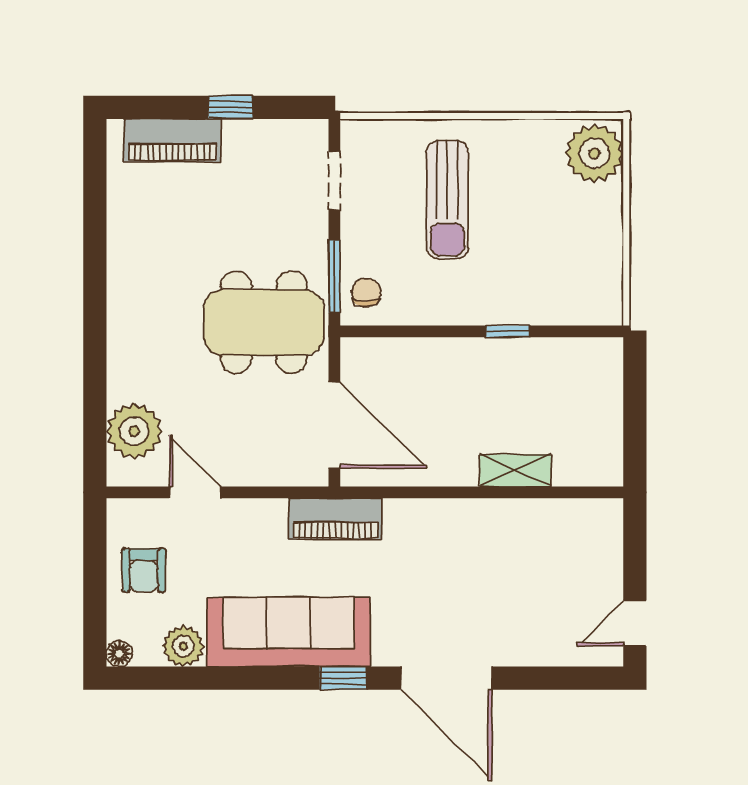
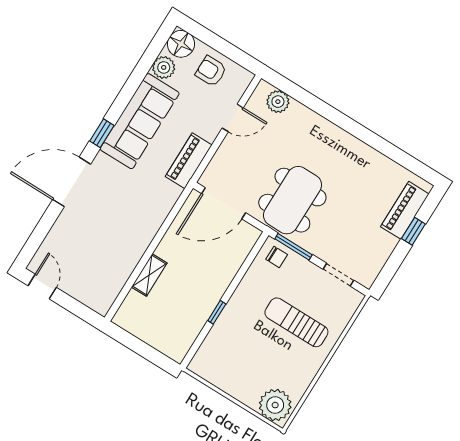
window: (230, 107) -> (413, 231), moved
plant: (134, 431) -> (278, 102), width x0.73, depth x0.73
piano: (335, 519) -> (189, 161), moved
floor lamp: (119, 654) -> (181, 44), width x1.89, depth x1.89

